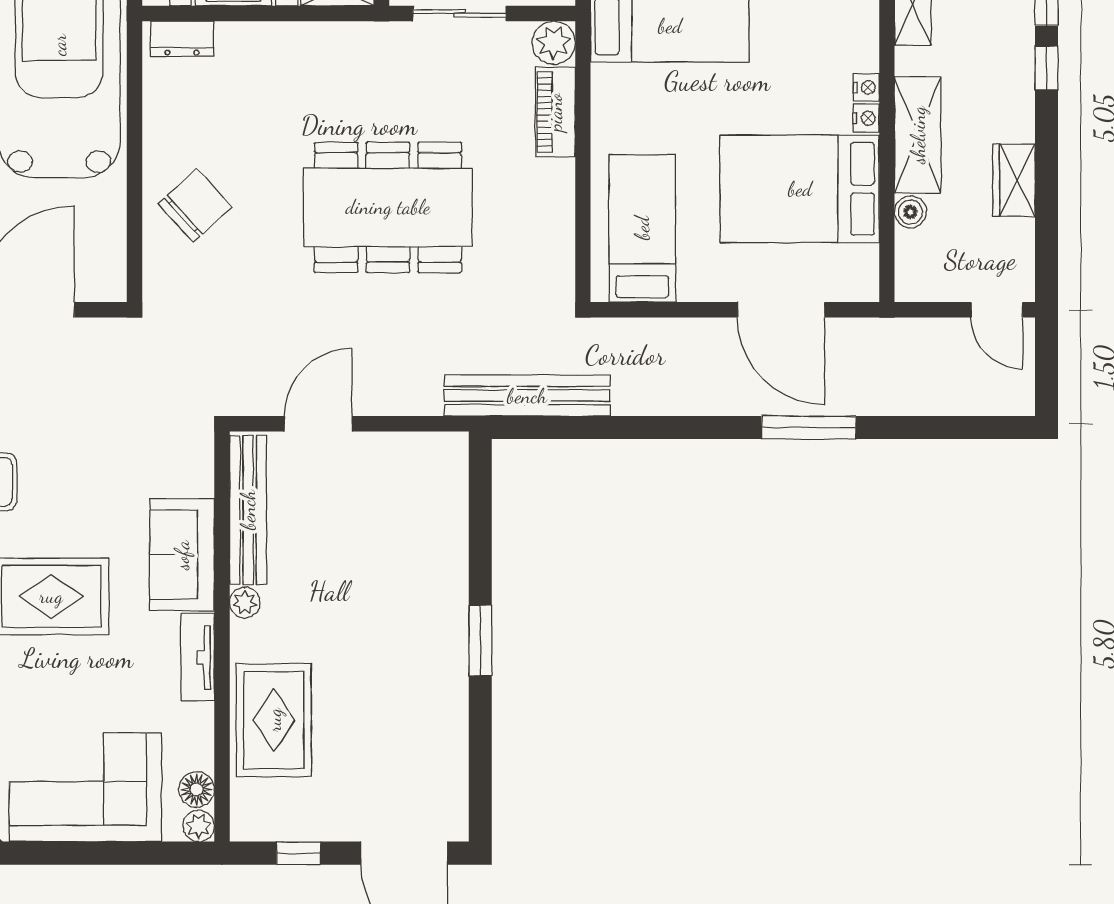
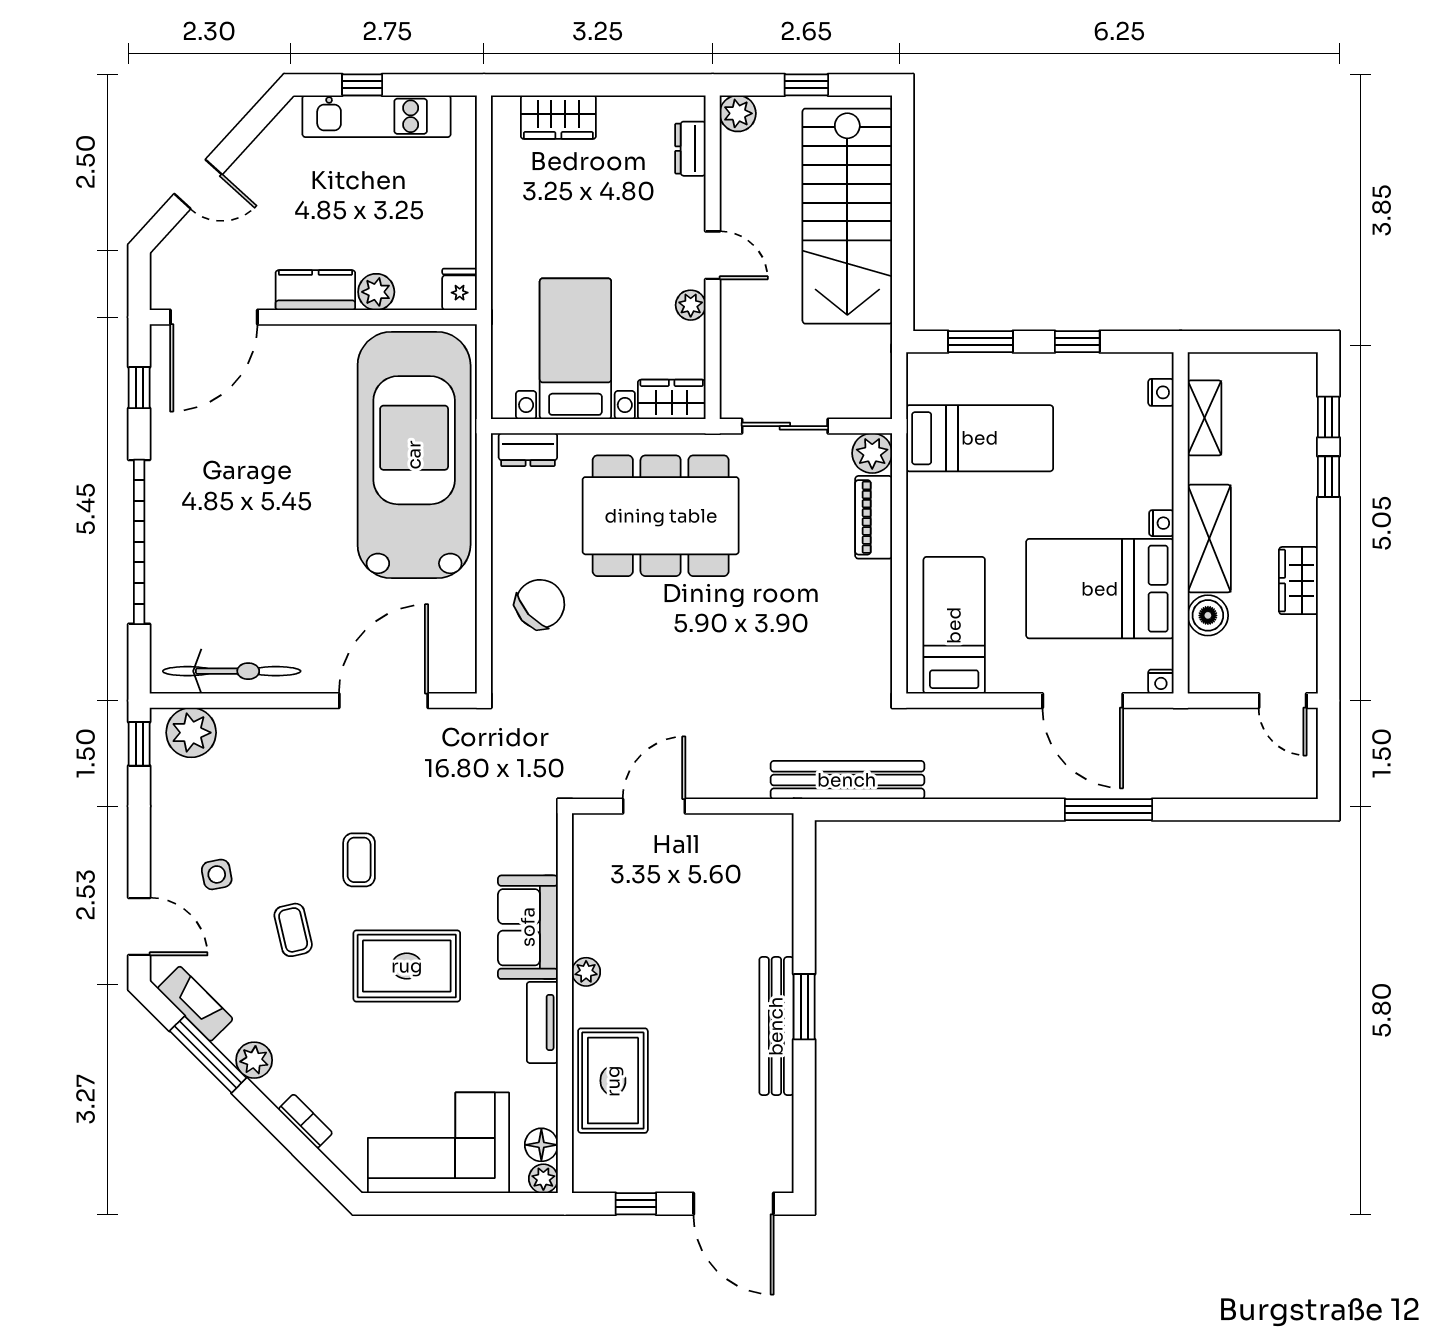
nightstand: (866, 87) -> (1161, 682), moved, turned 90
dining table: (388, 207) -> (661, 516), moved
boiler: (910, 212) -> (1208, 615), width x1.36, depth x1.36
bench: (248, 510) -> (776, 1026), moved

